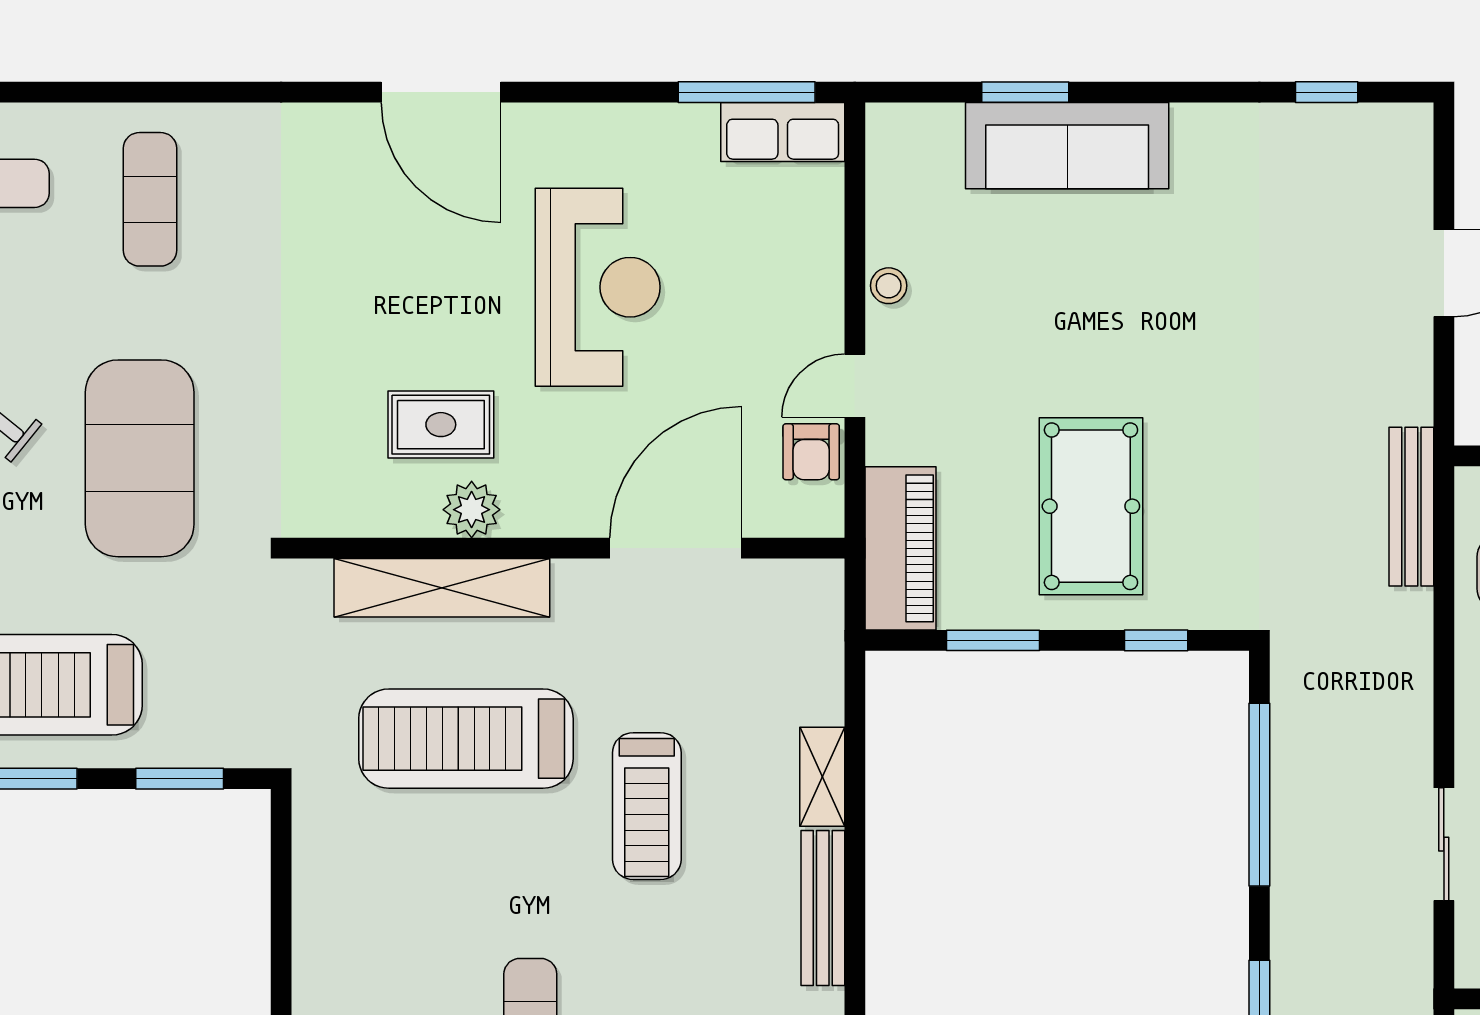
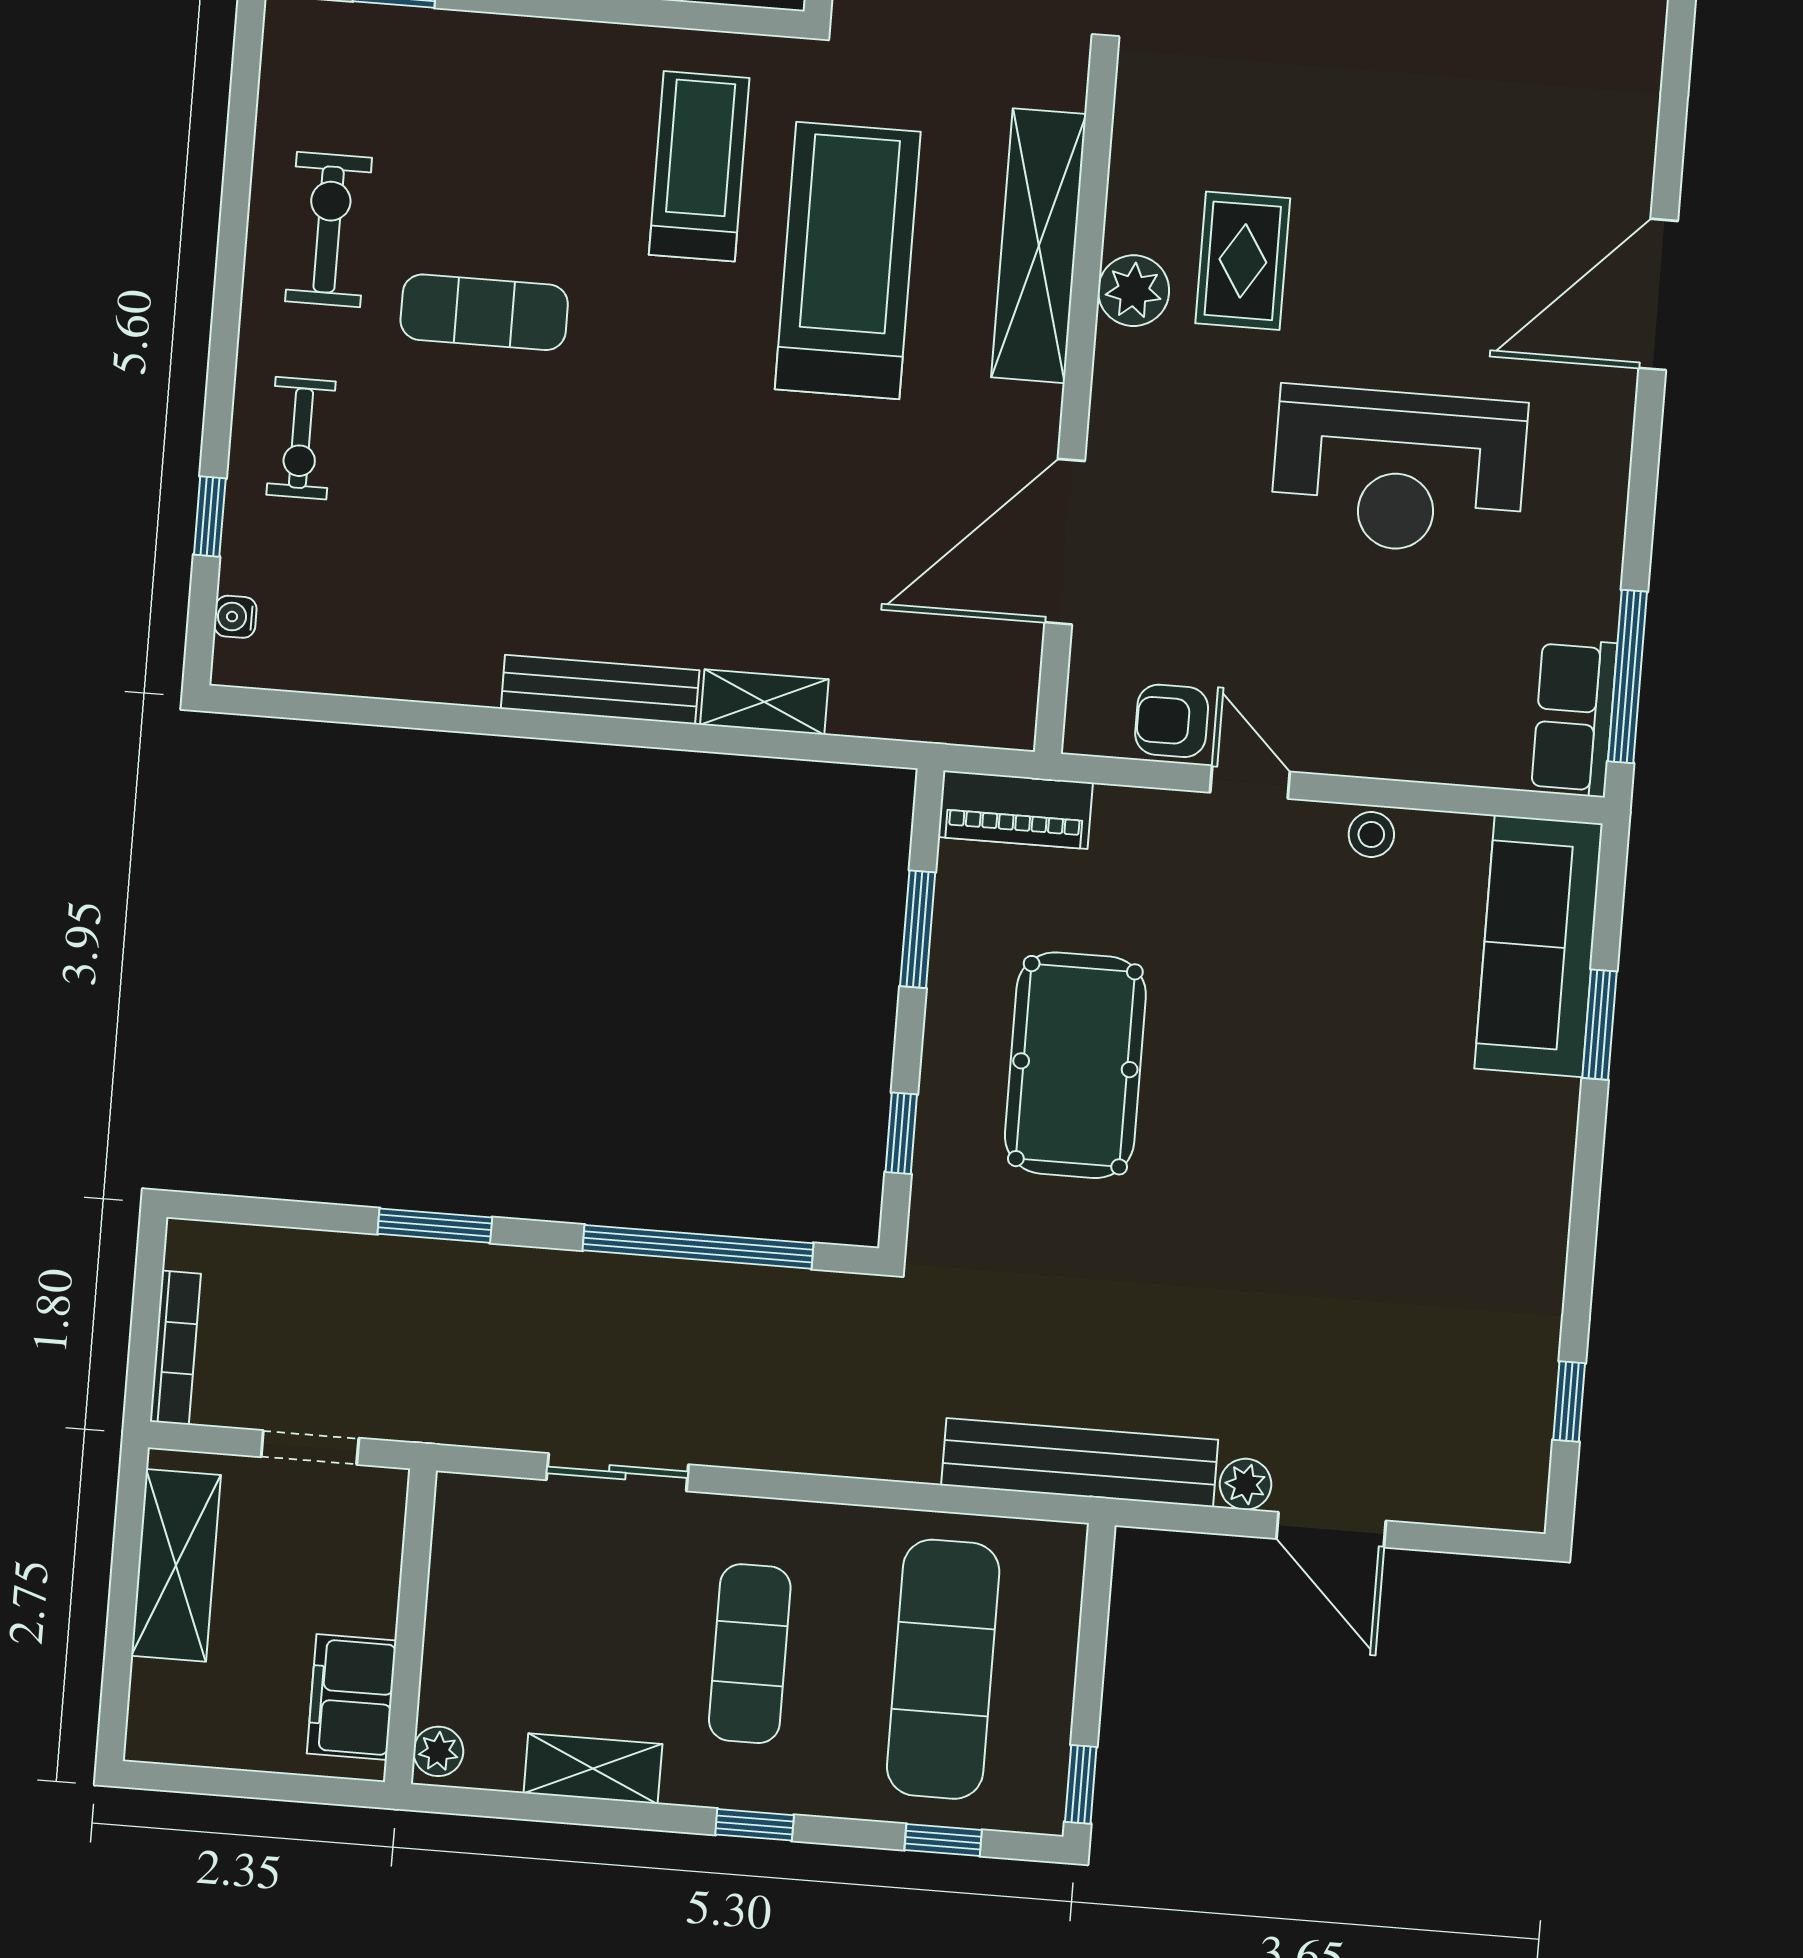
sofa: (1067, 146) -> (1539, 946), moved
plant: (1413, 344) -> (1246, 1484), added
pool table: (1091, 506) -> (1075, 1065), turned 90
bench: (1411, 507) -> (1080, 1463), width x1.37, depth x1.21
door: (675, 548) -> (1065, 542), swing flipped
piano: (901, 548) -> (1015, 810), width x0.73, depth x0.75
treadmill: (647, 806) -> (699, 166), moved, turned 90

